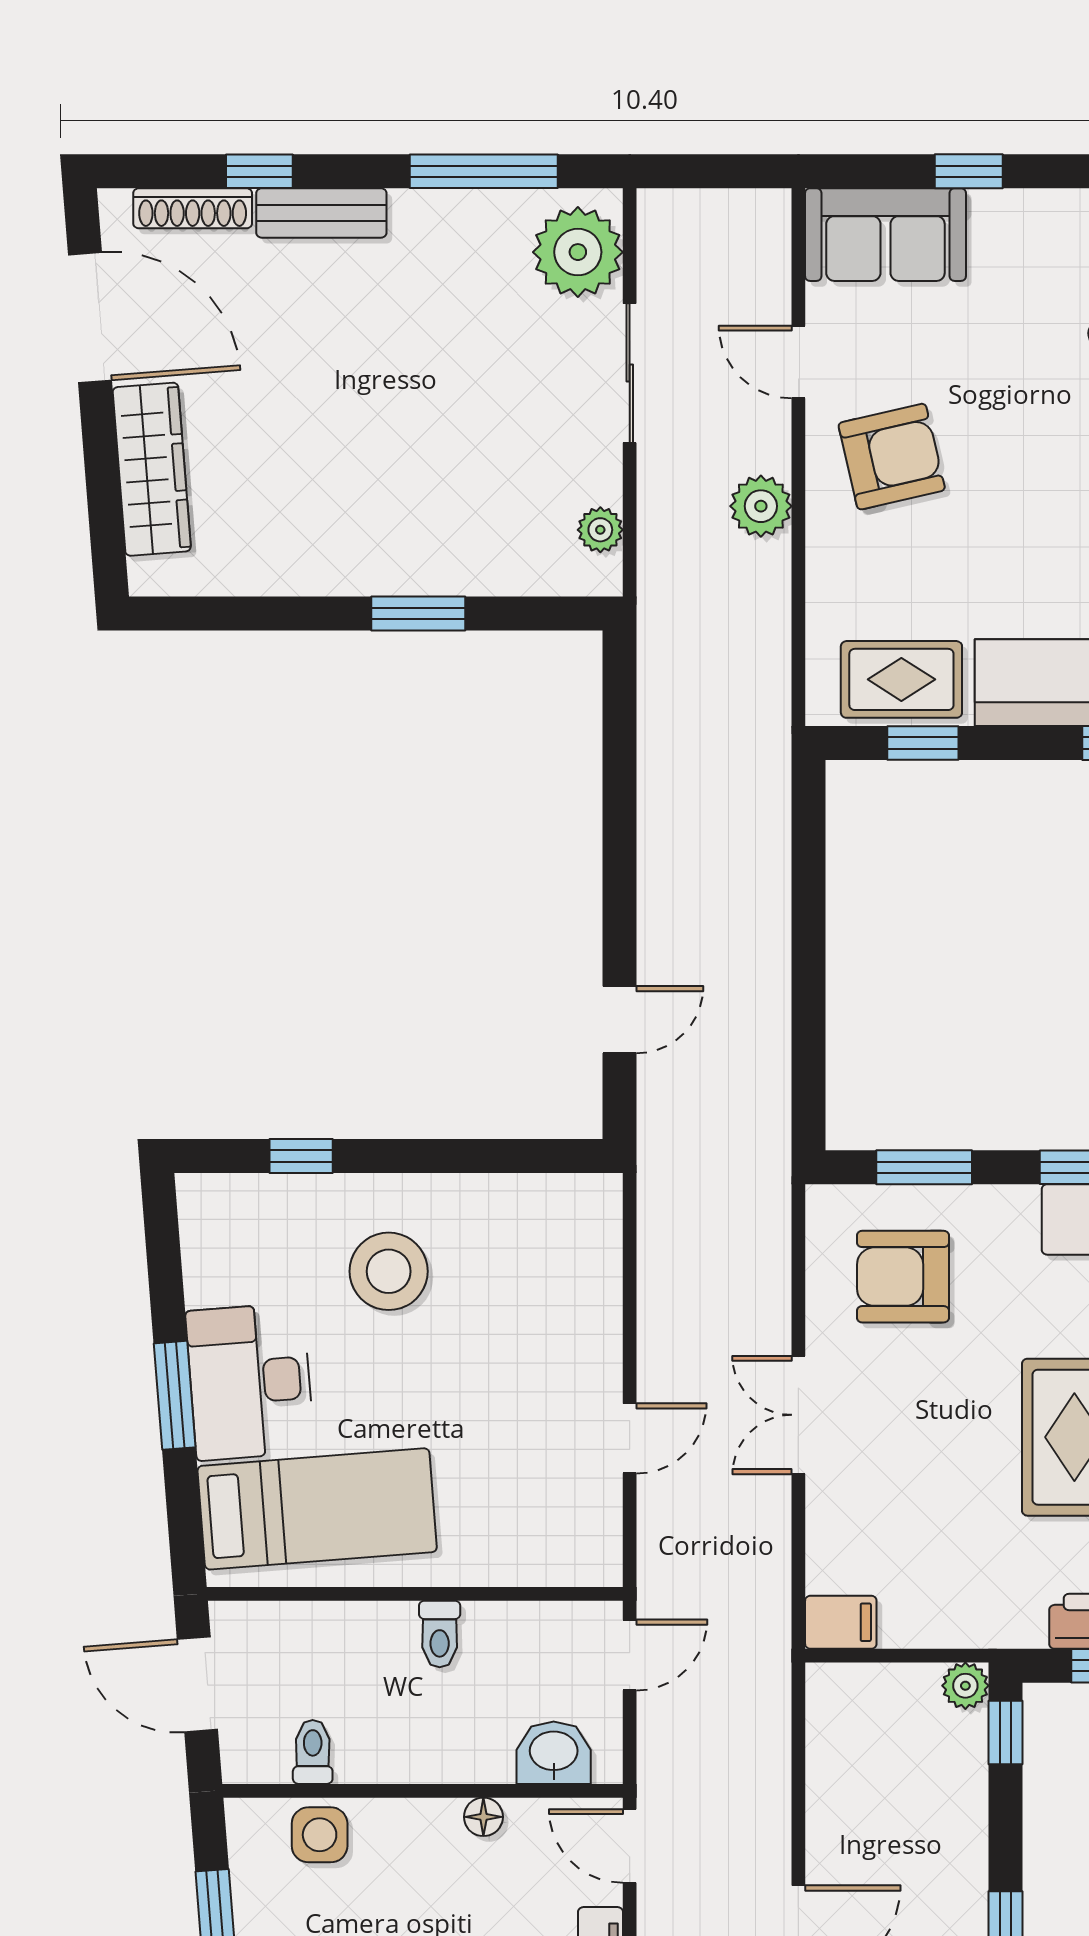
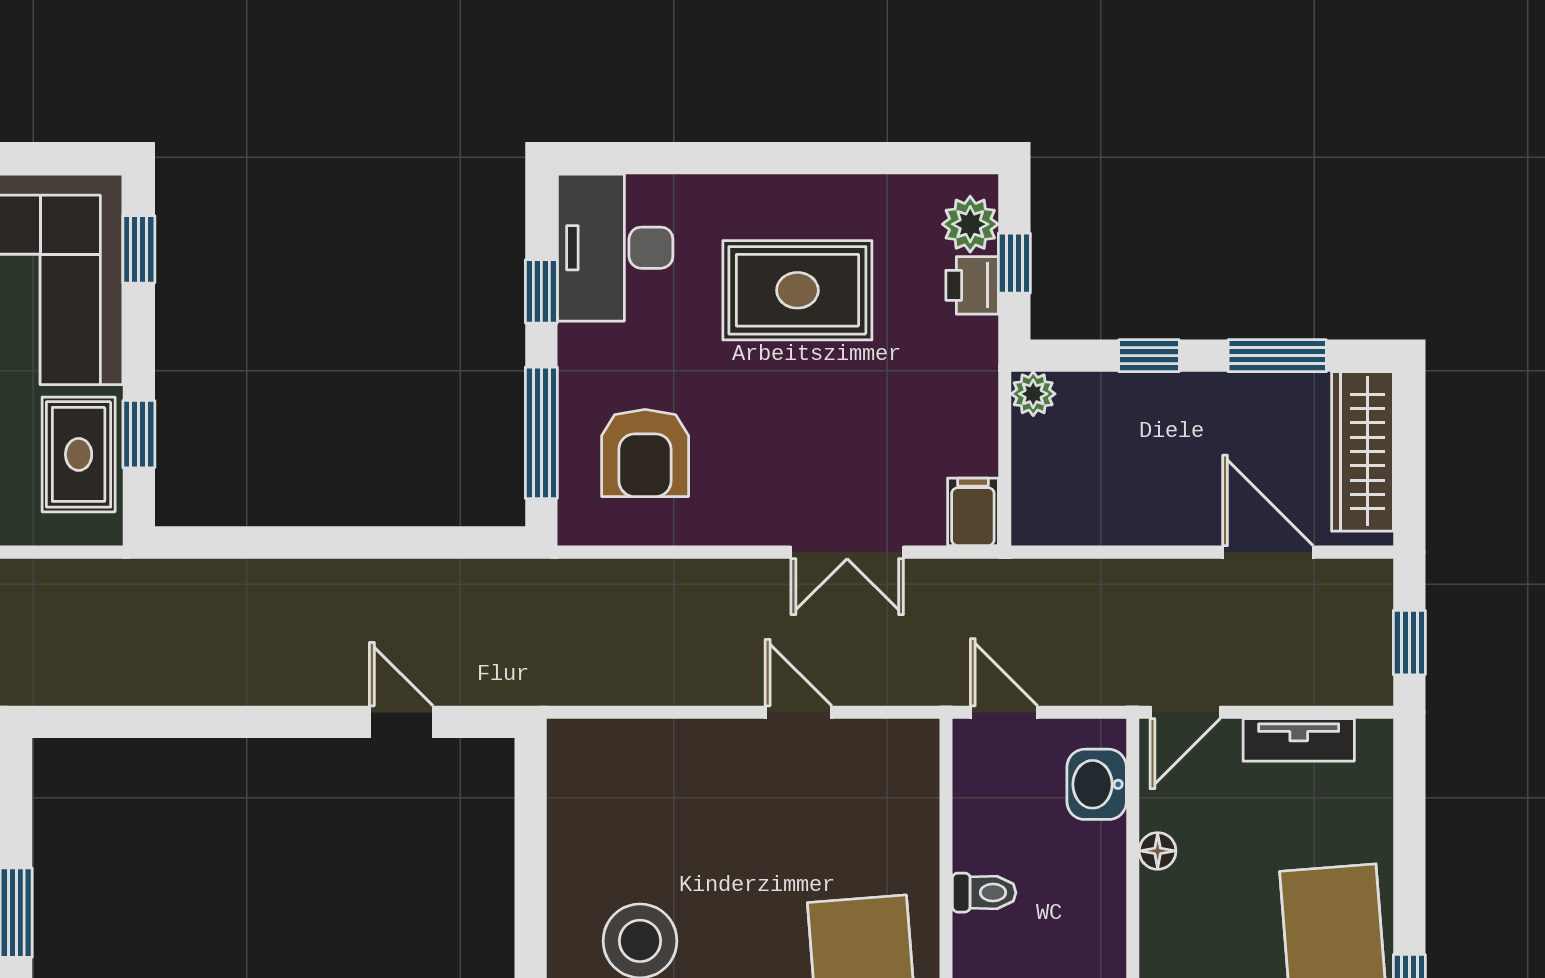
window: (924, 1167) -> (541, 433), width x1.44
double door: (798, 1415) -> (847, 552), moved
window: (1006, 1733) -> (1149, 356), moved

